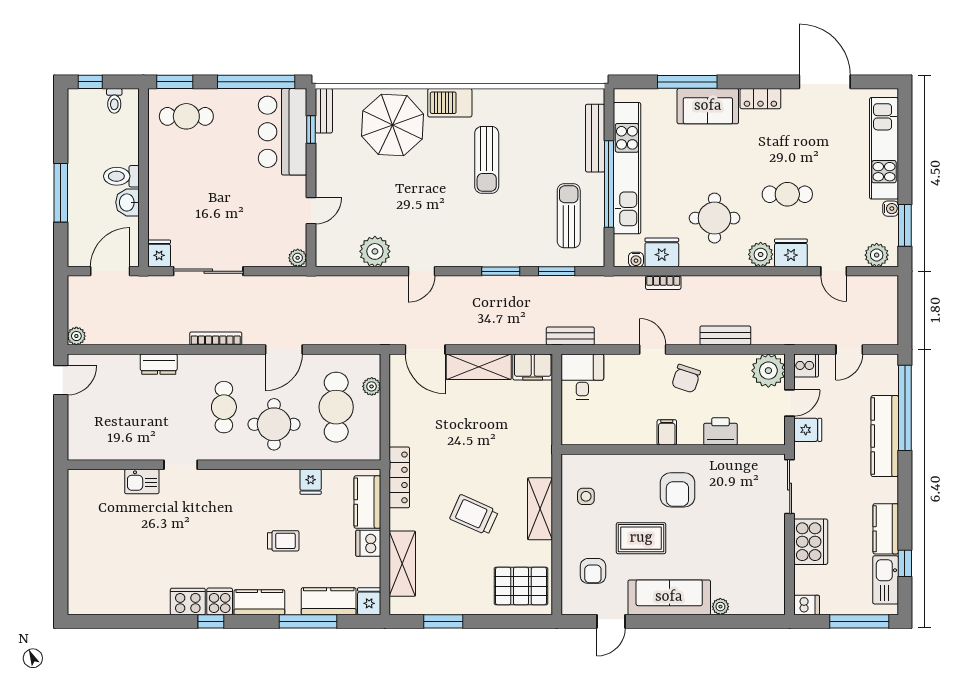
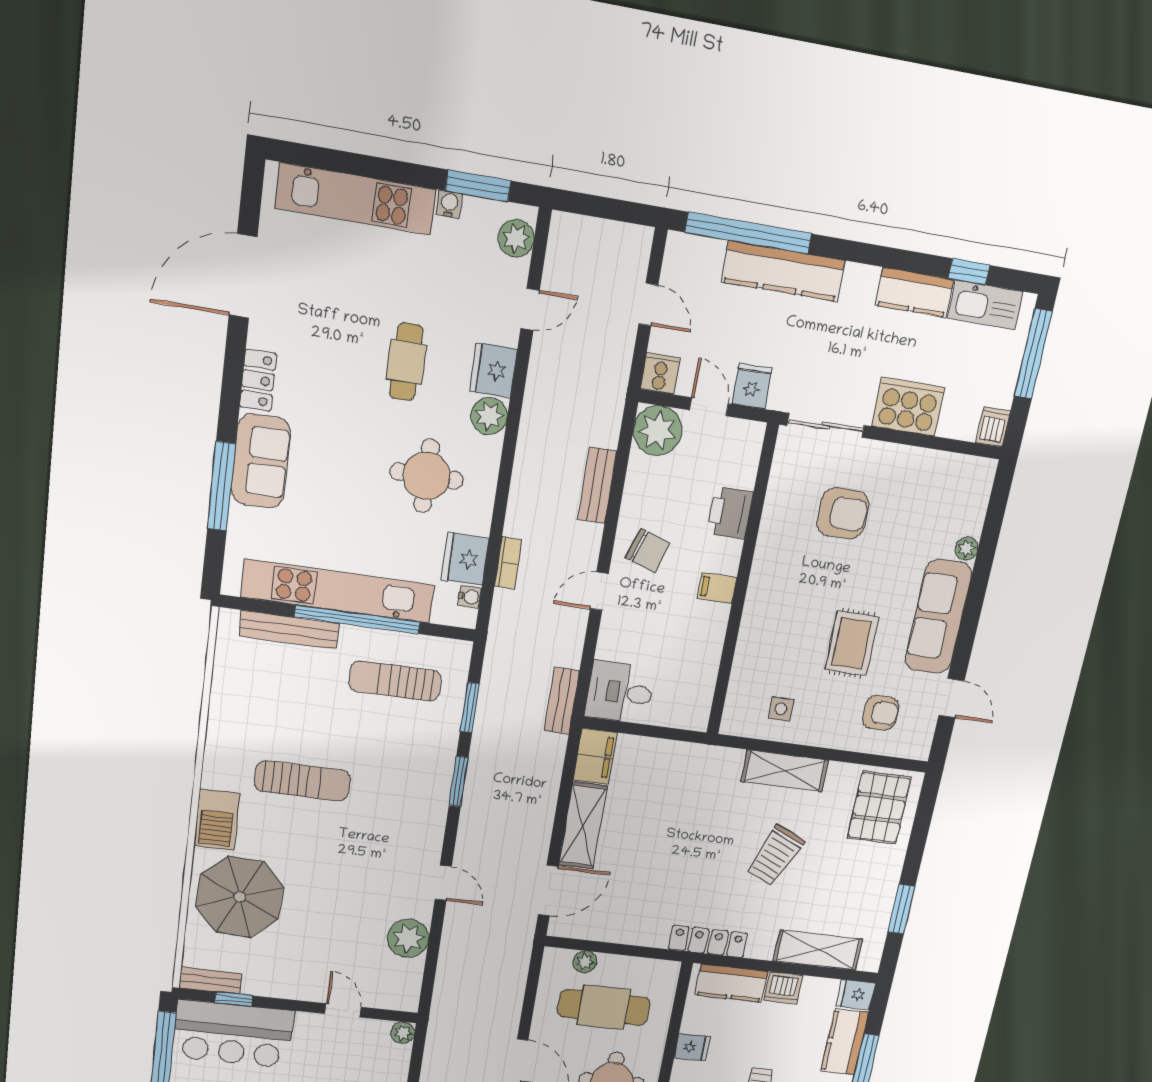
armchair: (677, 490) -> (843, 513), moved

